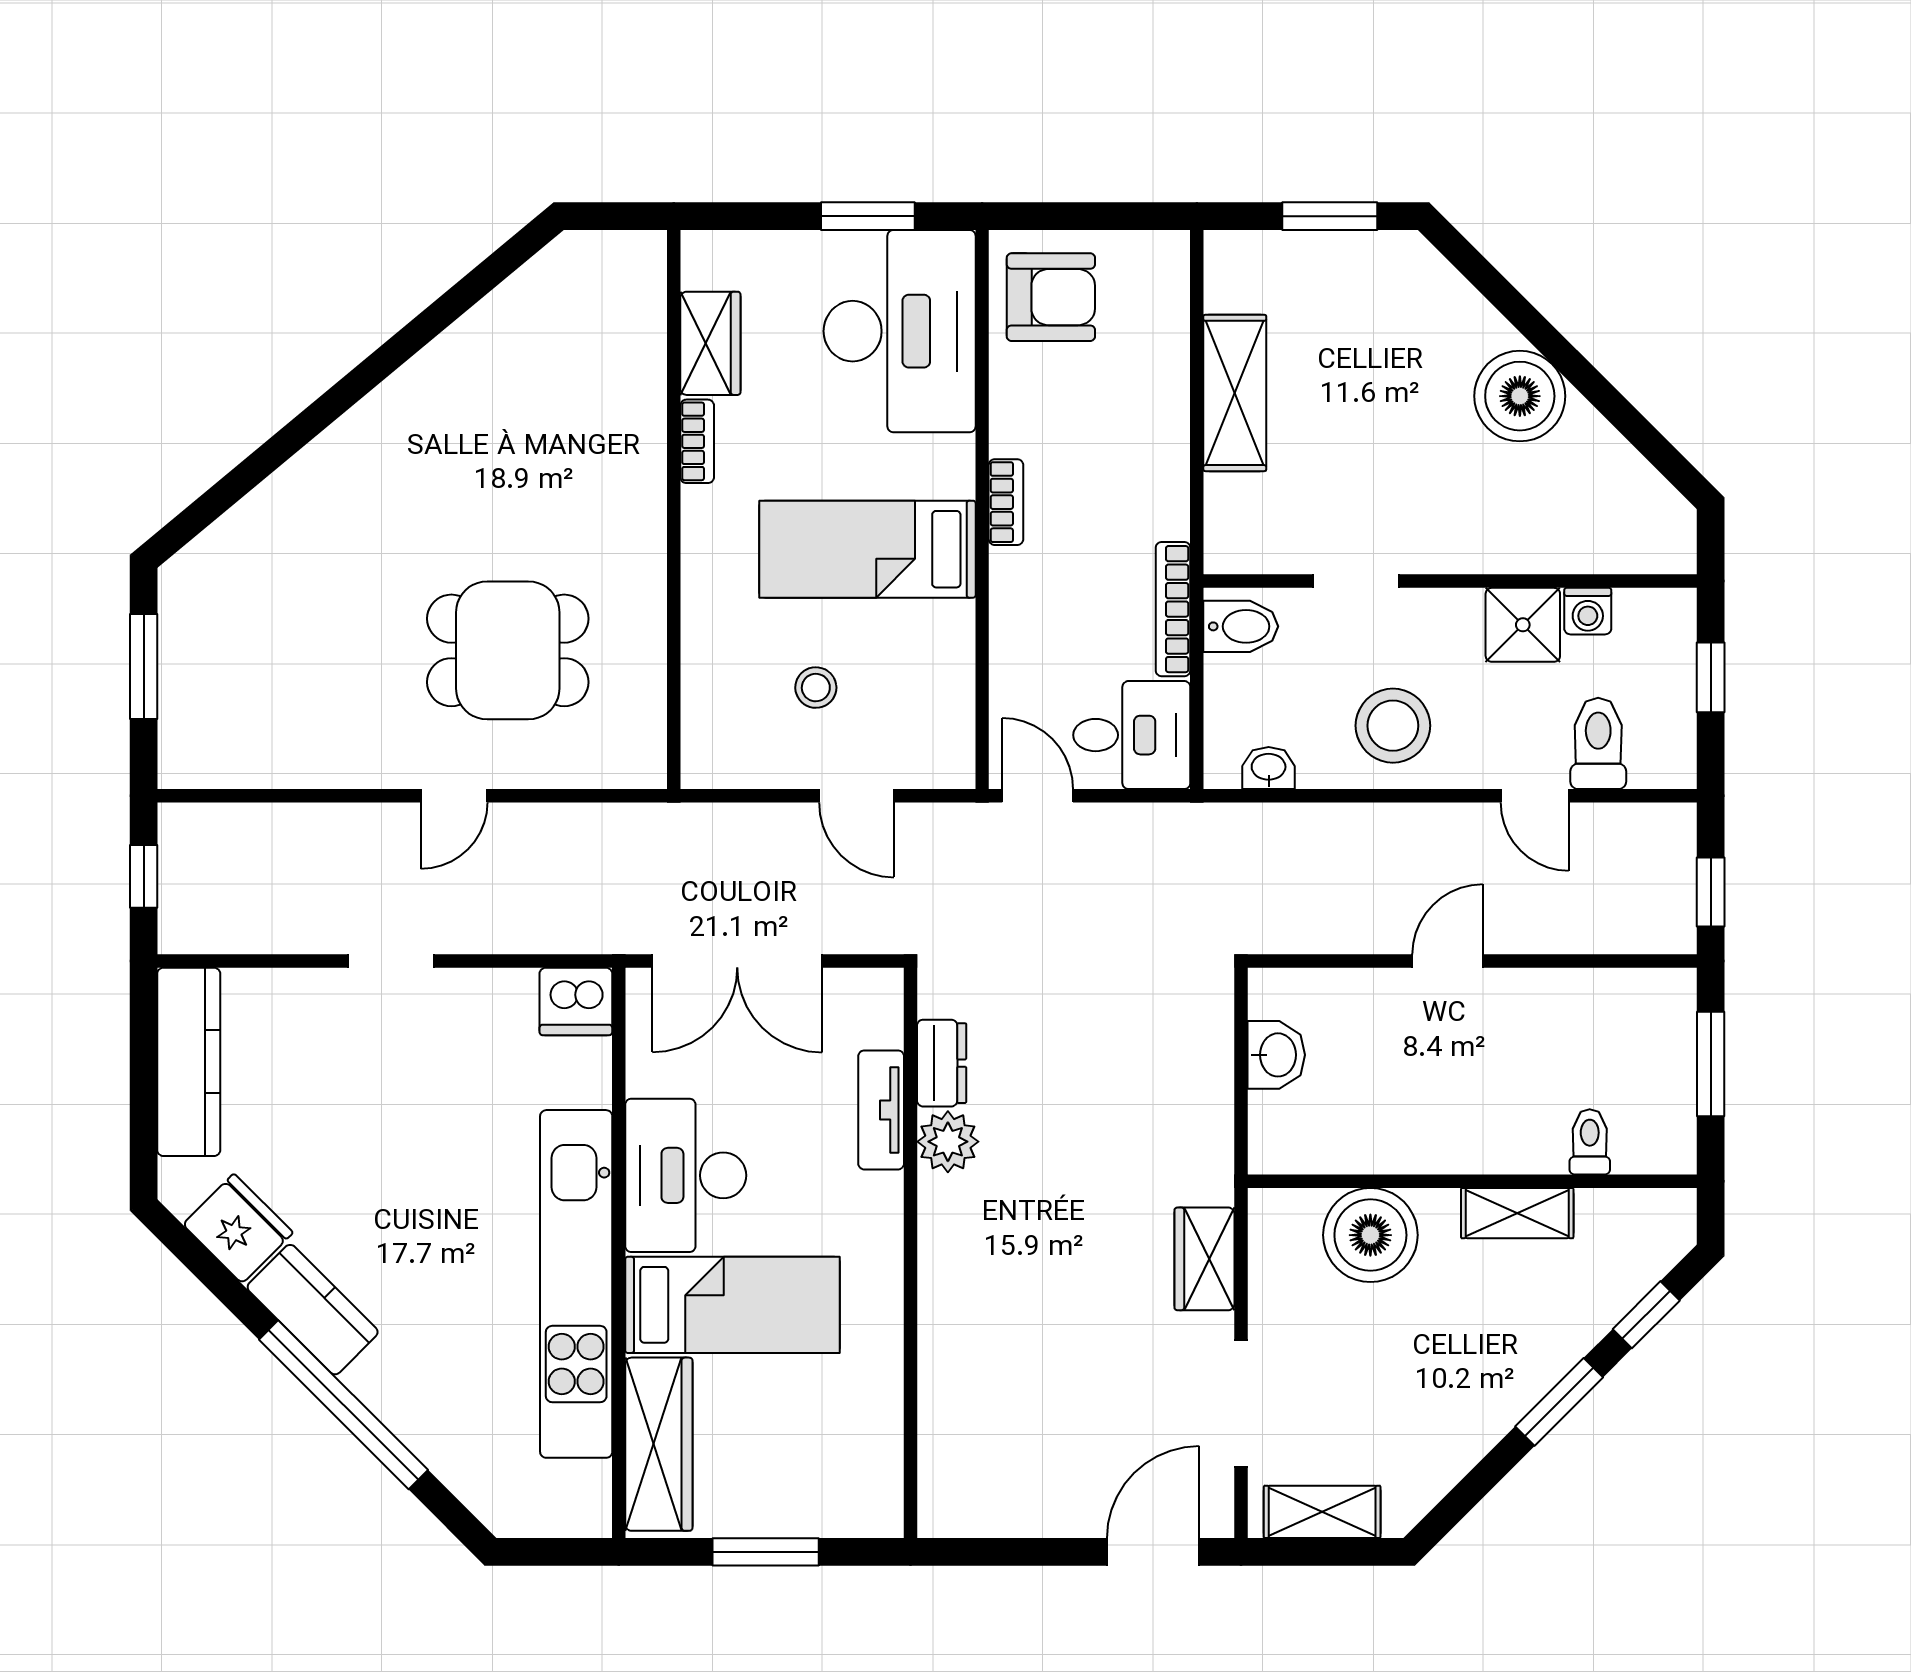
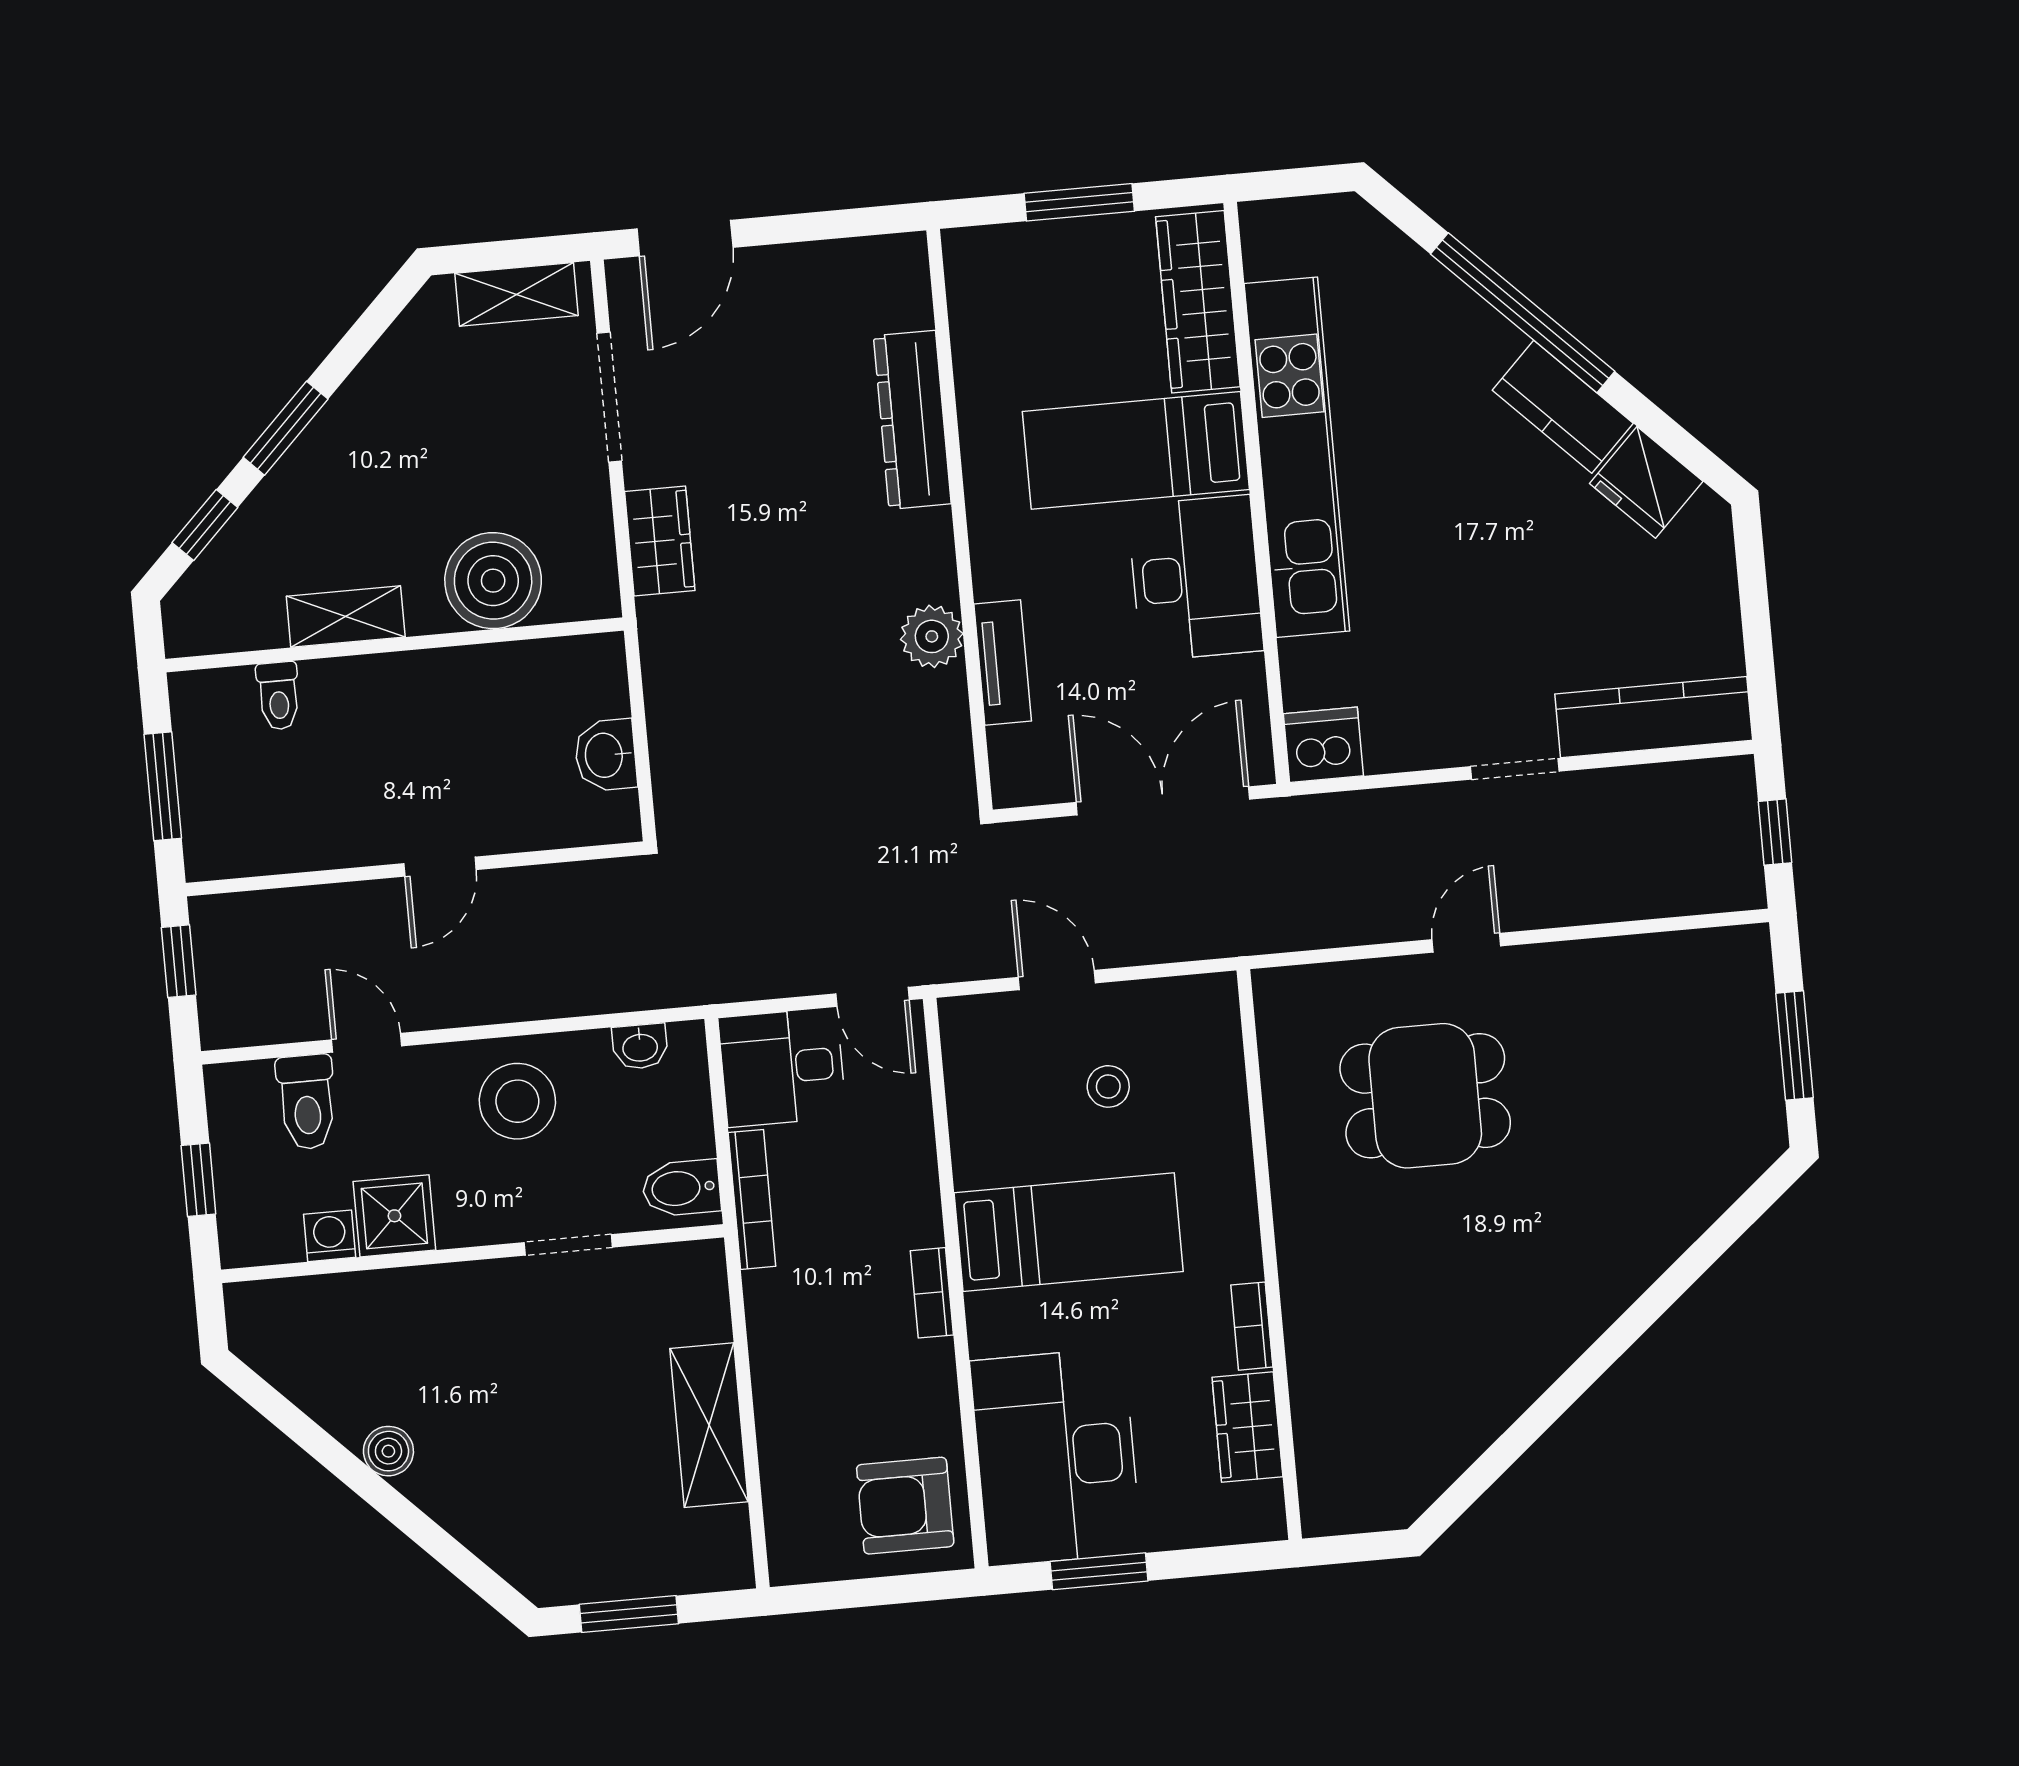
boiler: (1520, 396) -> (388, 1451), width x0.54, depth x0.54
kitchen counter: (189, 1062) -> (1654, 717), moved, turned 90
dresser: (942, 1063) -> (912, 420), moved, width x1.96, depth x1.24

